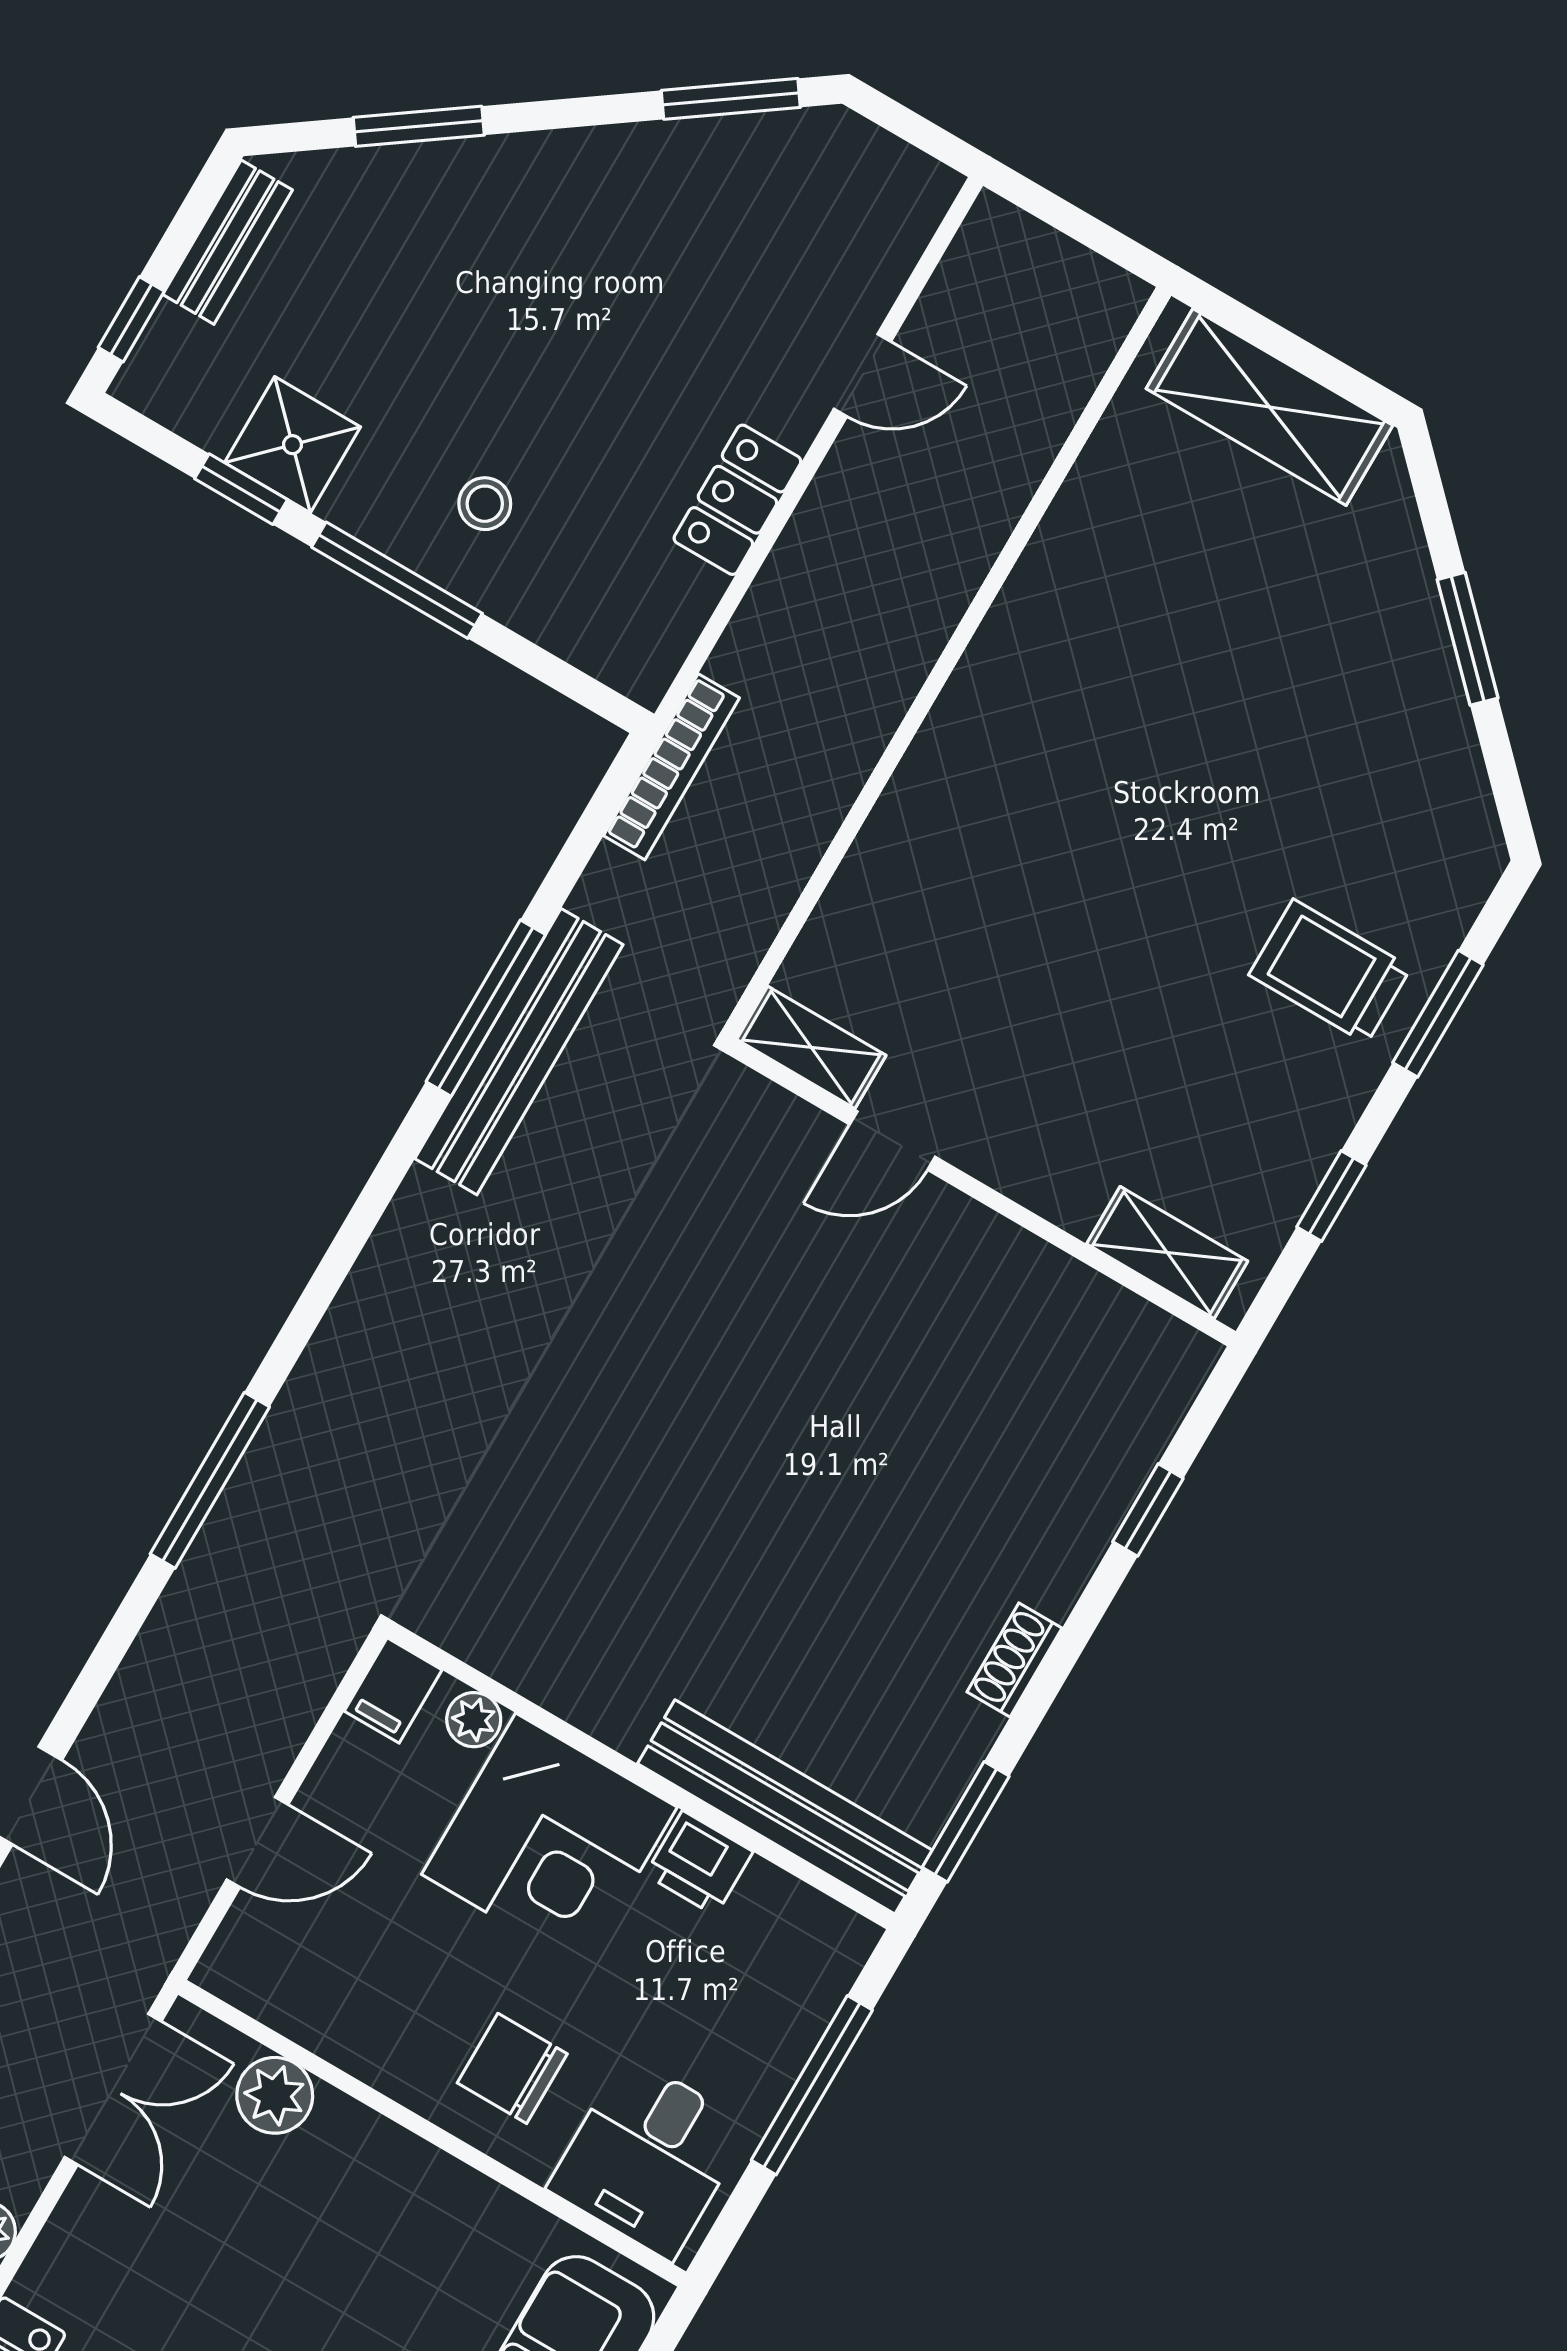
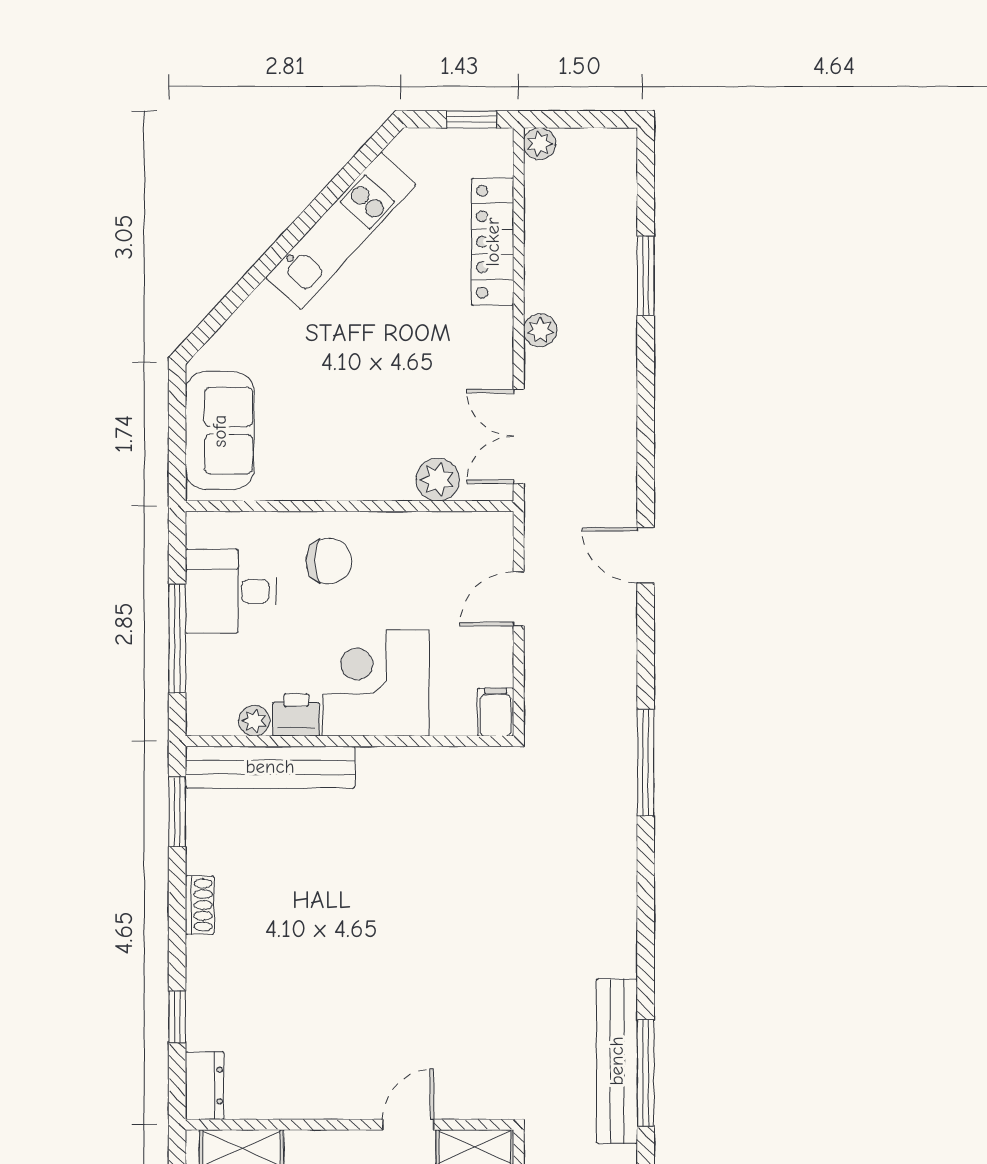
dresser: (1167, 1381) -> (205, 1086), added
plant: (474, 1720) -> (254, 721), moved
desk: (649, 2157) -> (231, 591), moved, turned -90

